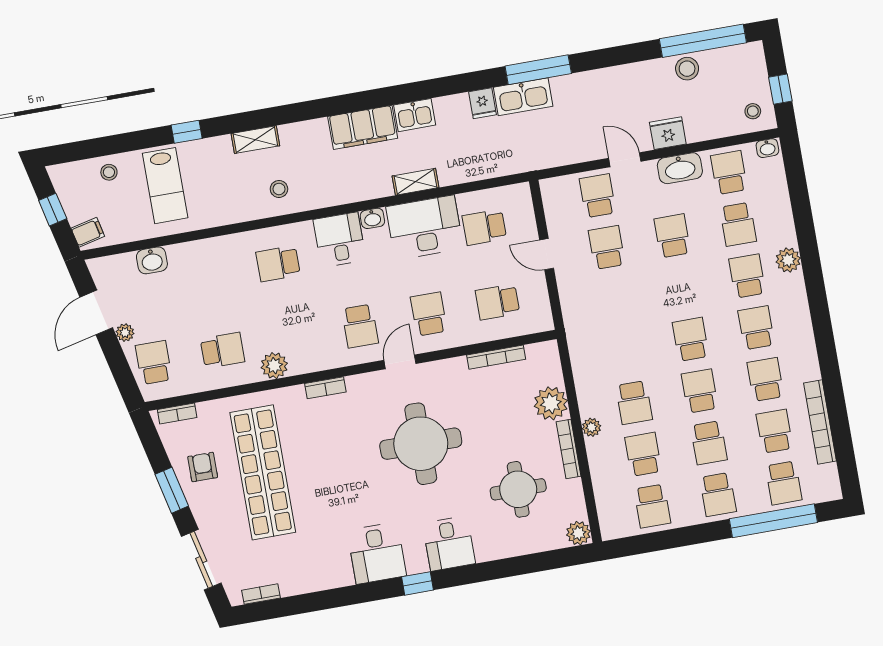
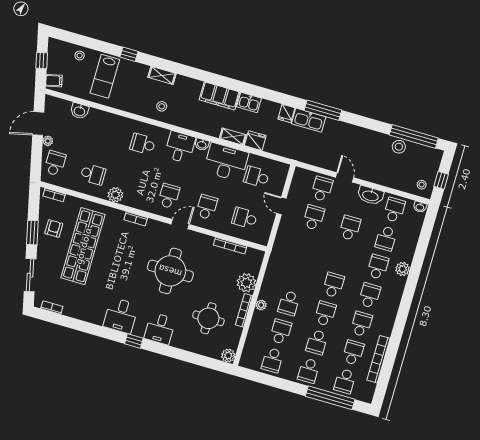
fridge: (668, 133) -> (255, 141), moved
school desk: (360, 326) -> (169, 196), turned 180

